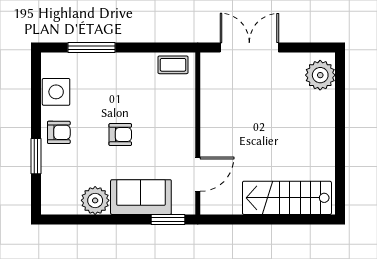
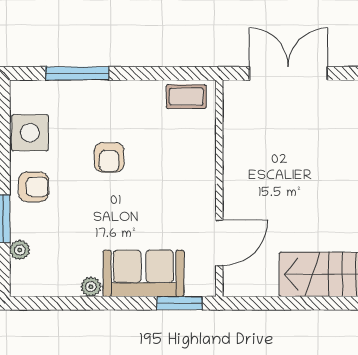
armchair: (120, 135) -> (109, 157), moved, turned 90
plant: (48, 180) -> (20, 250), added
plant: (95, 200) -> (91, 287), width x0.53, depth x0.53

